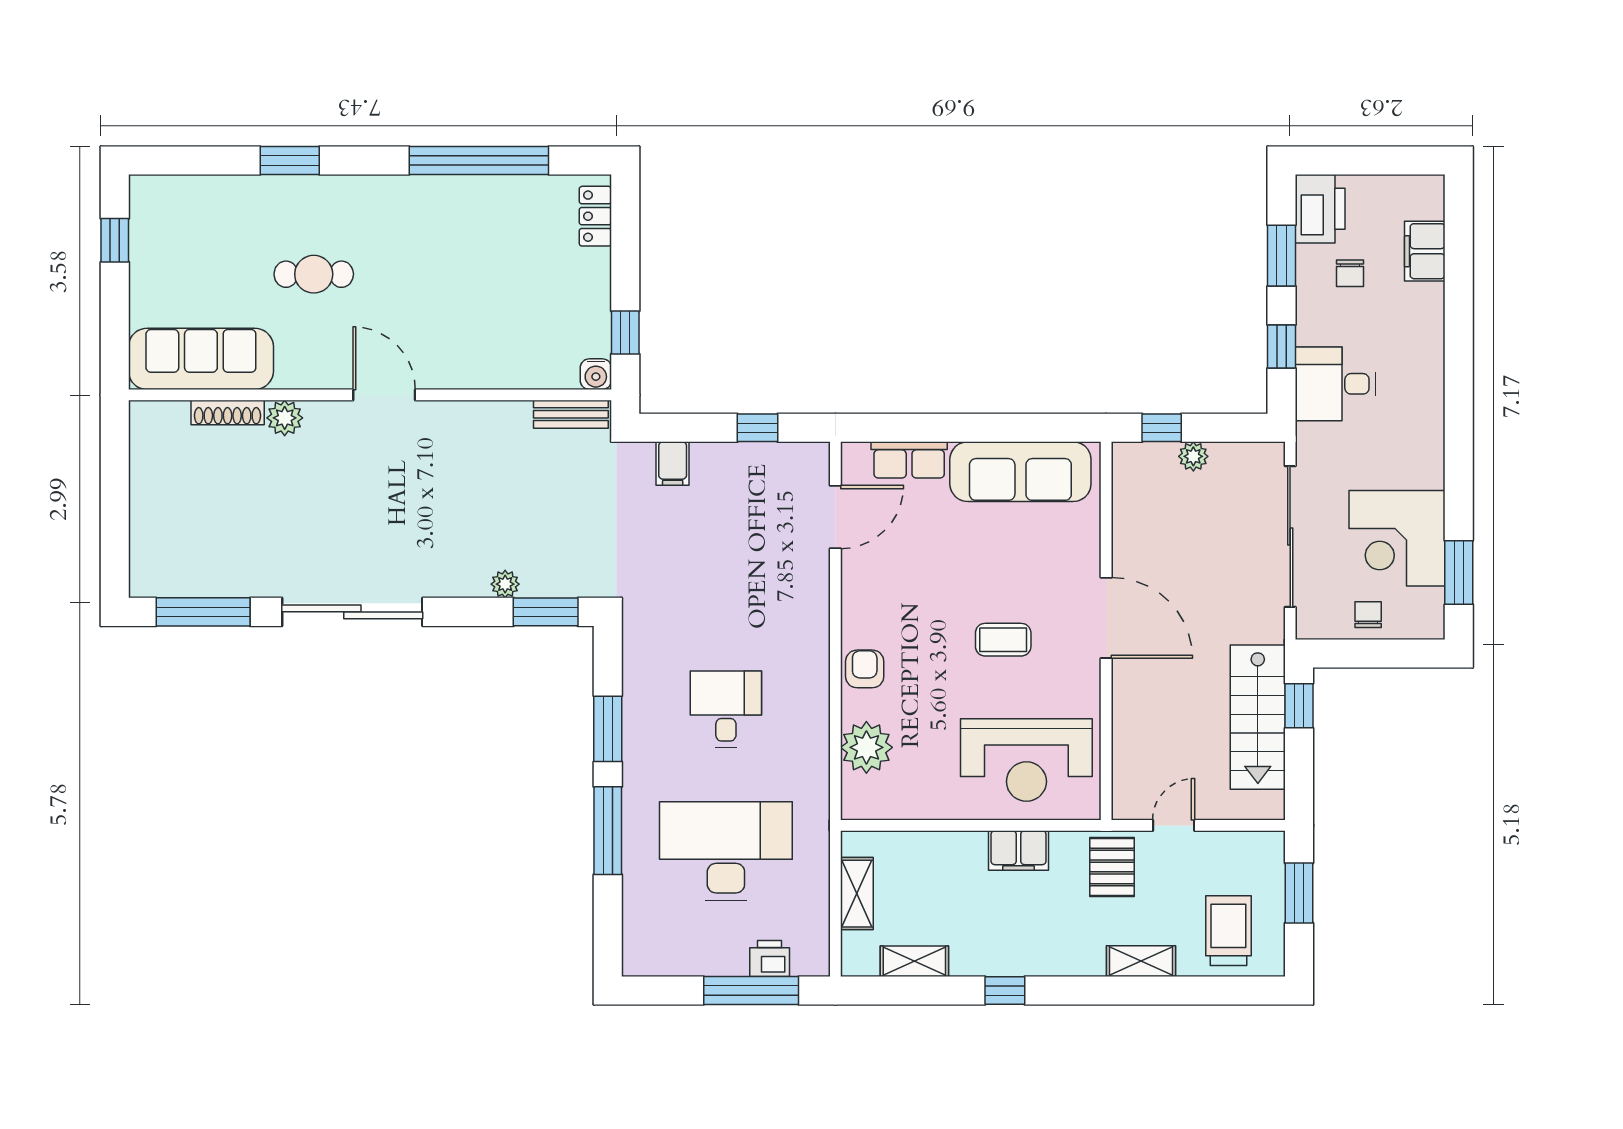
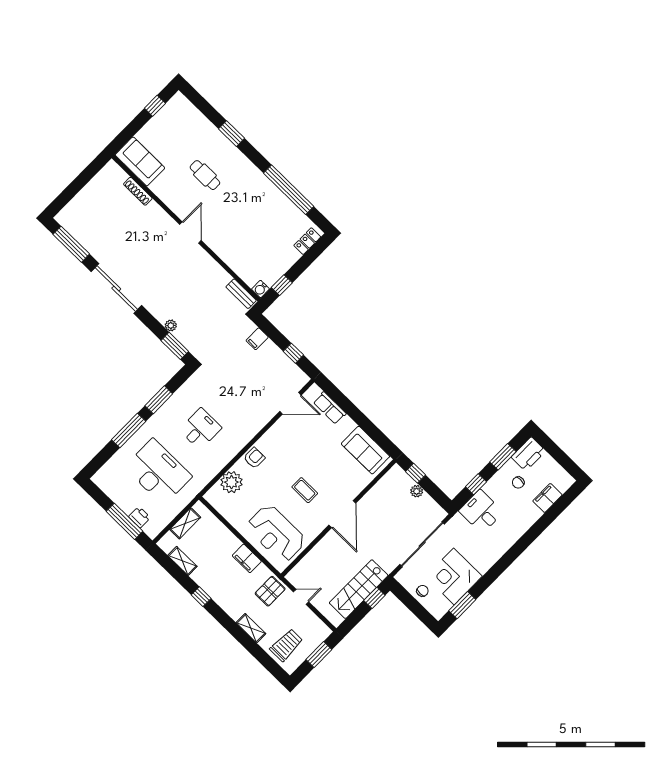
sofa: (201, 359) -> (140, 161), width x0.73
plant: (285, 418) -> (154, 210), removed
sofa: (1020, 472) -> (365, 450), width x0.73

